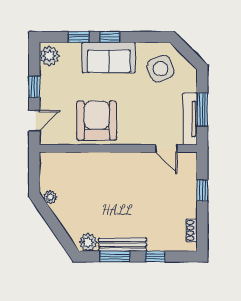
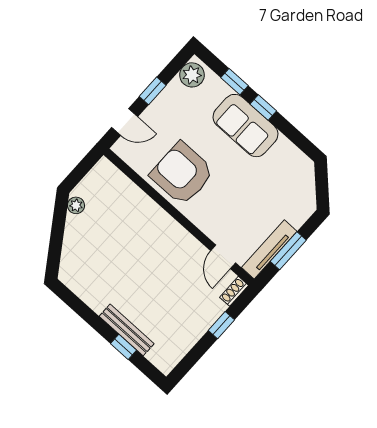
side table: (160, 69) -> (284, 179), removed
armchair: (97, 121) -> (182, 174), turned -90
shoe rack: (192, 230) -> (234, 291), moved
plant: (88, 242) -> (73, 278), removed
bench: (122, 245) -> (127, 330), moved
window: (115, 256) -> (86, 314), removed

